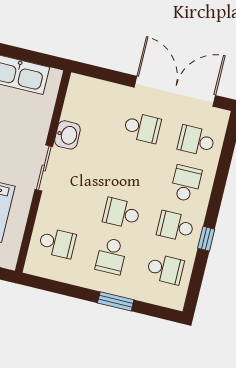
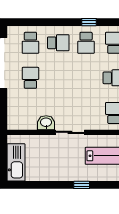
school desk: (186, 184) -> (58, 43), turned 180
school desk: (122, 213) -> (86, 78), removed

